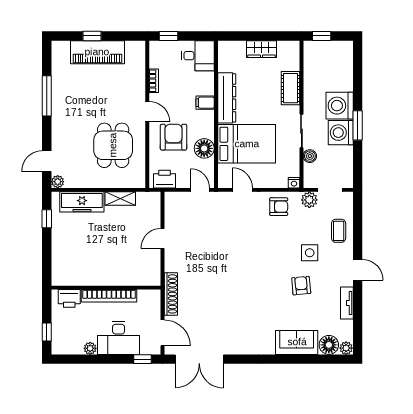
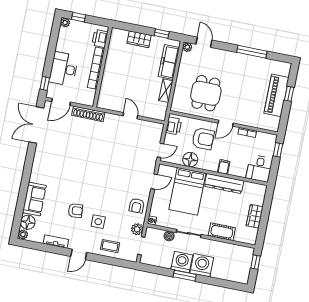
dining table: (113, 145) -> (206, 93), turned 90
wardrobe: (60, 247) -> (139, 39), added
plant: (90, 348) -> (65, 23), moved

